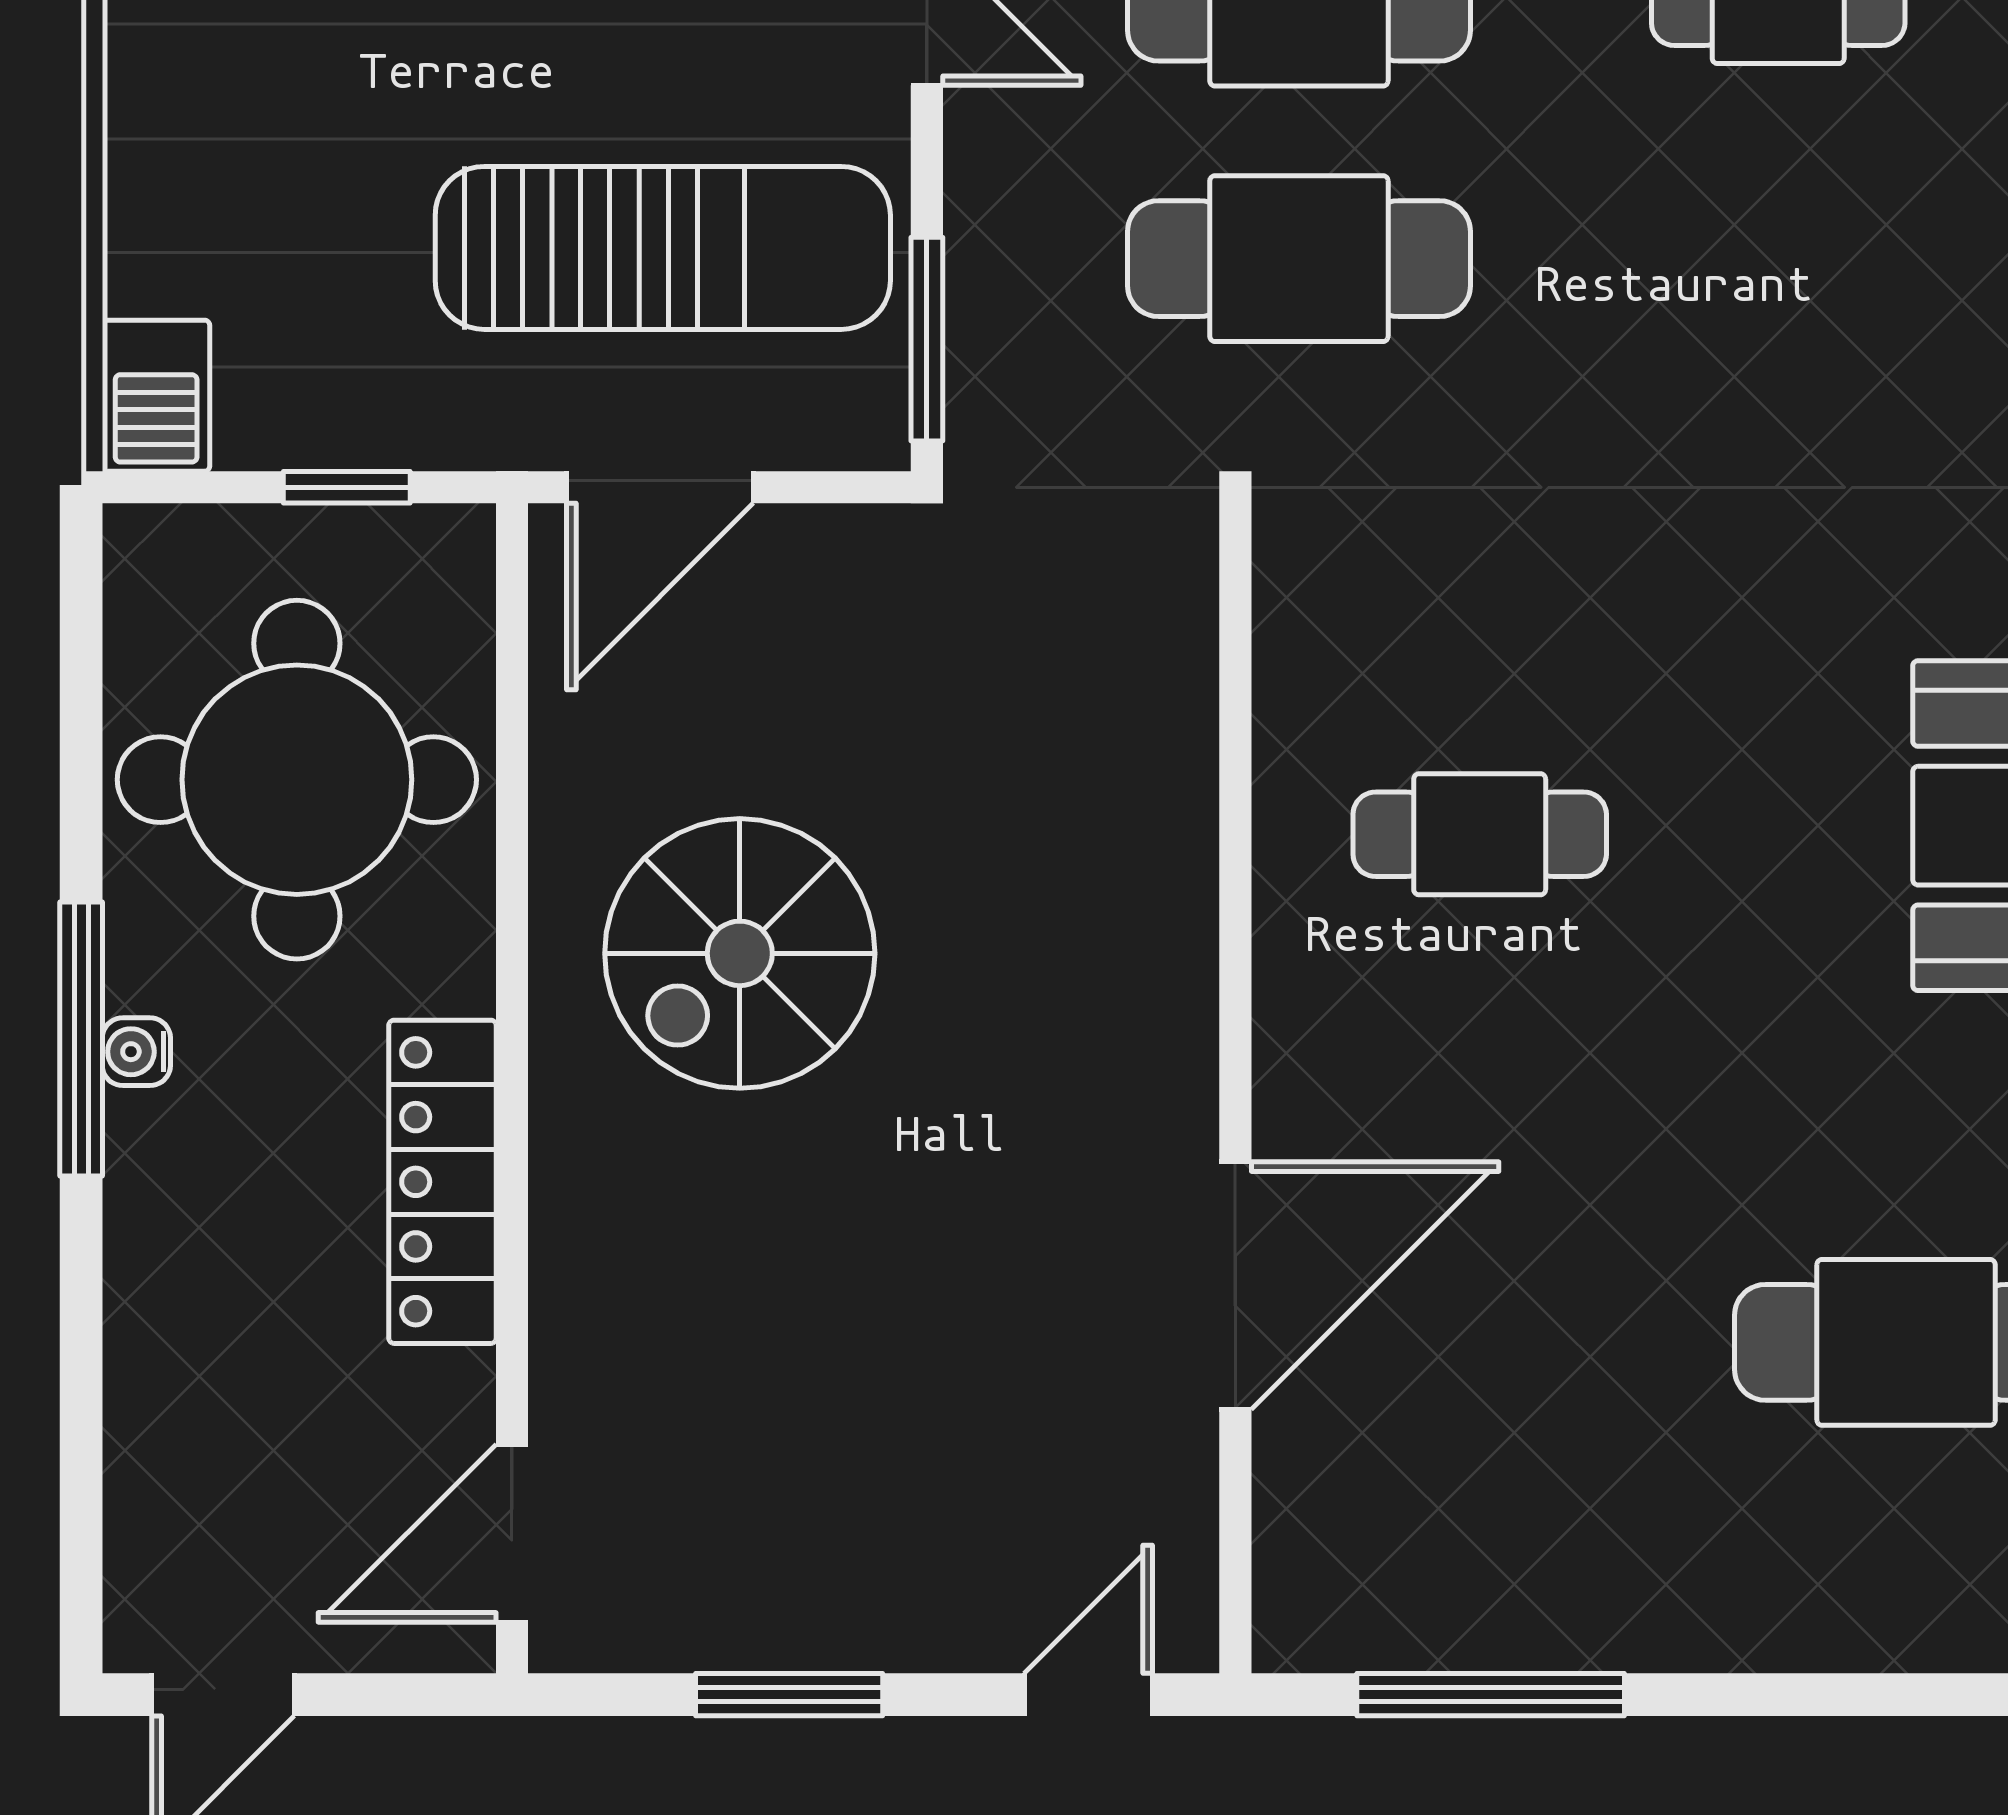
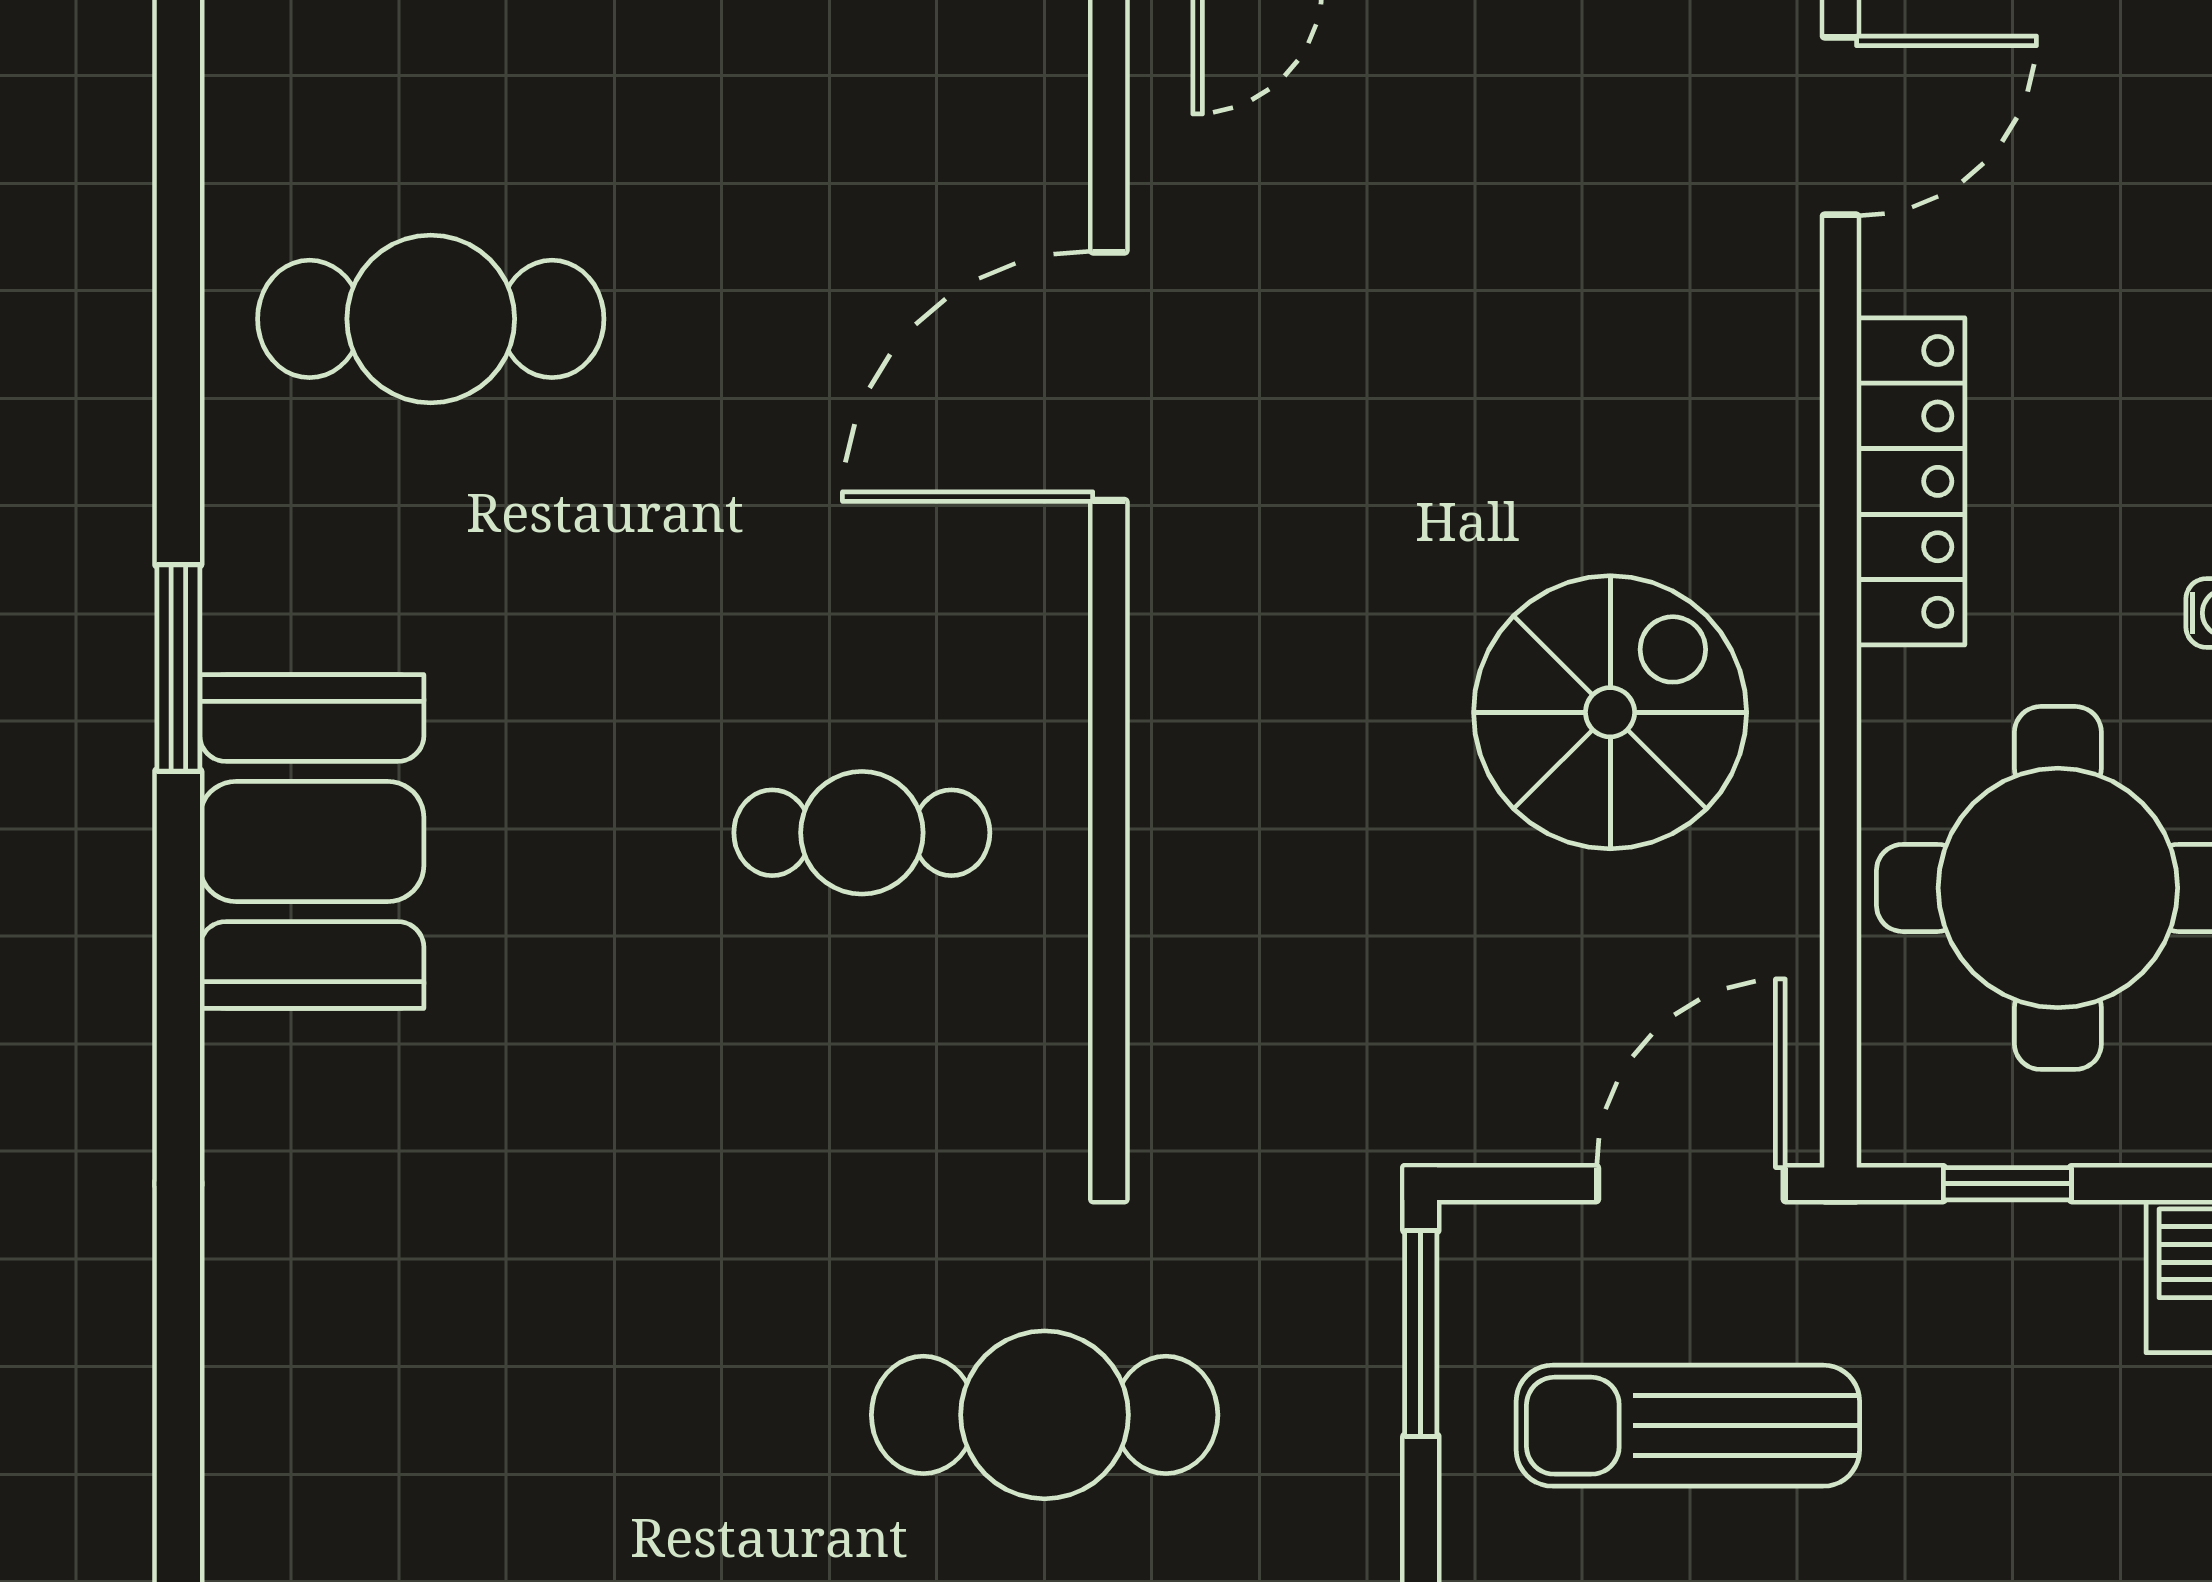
sun lounger: (663, 248) -> (1688, 1426), width x0.73, depth x0.75

